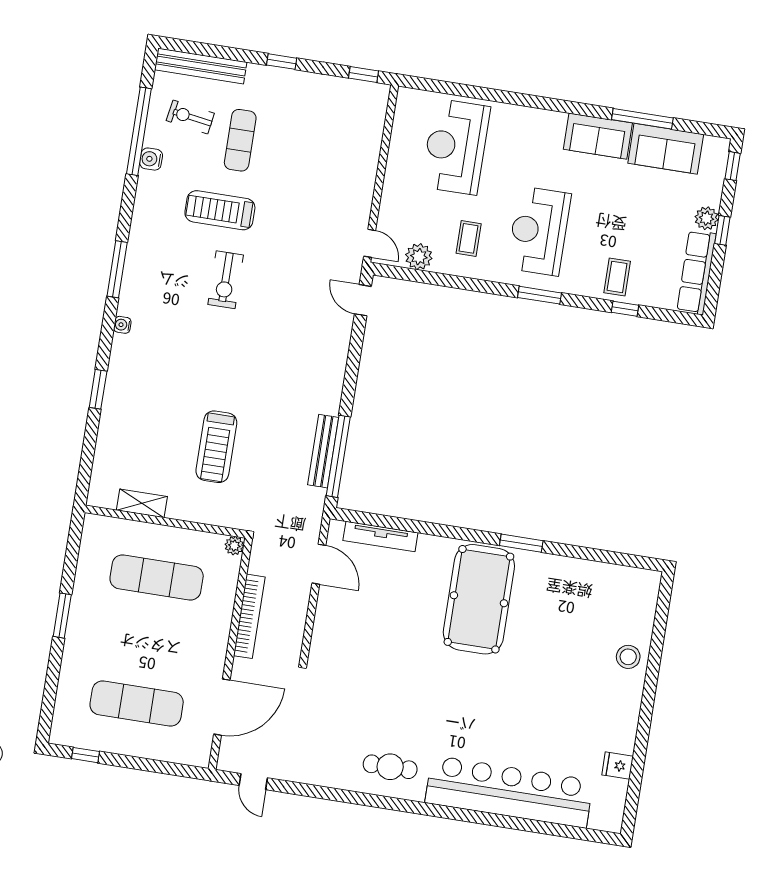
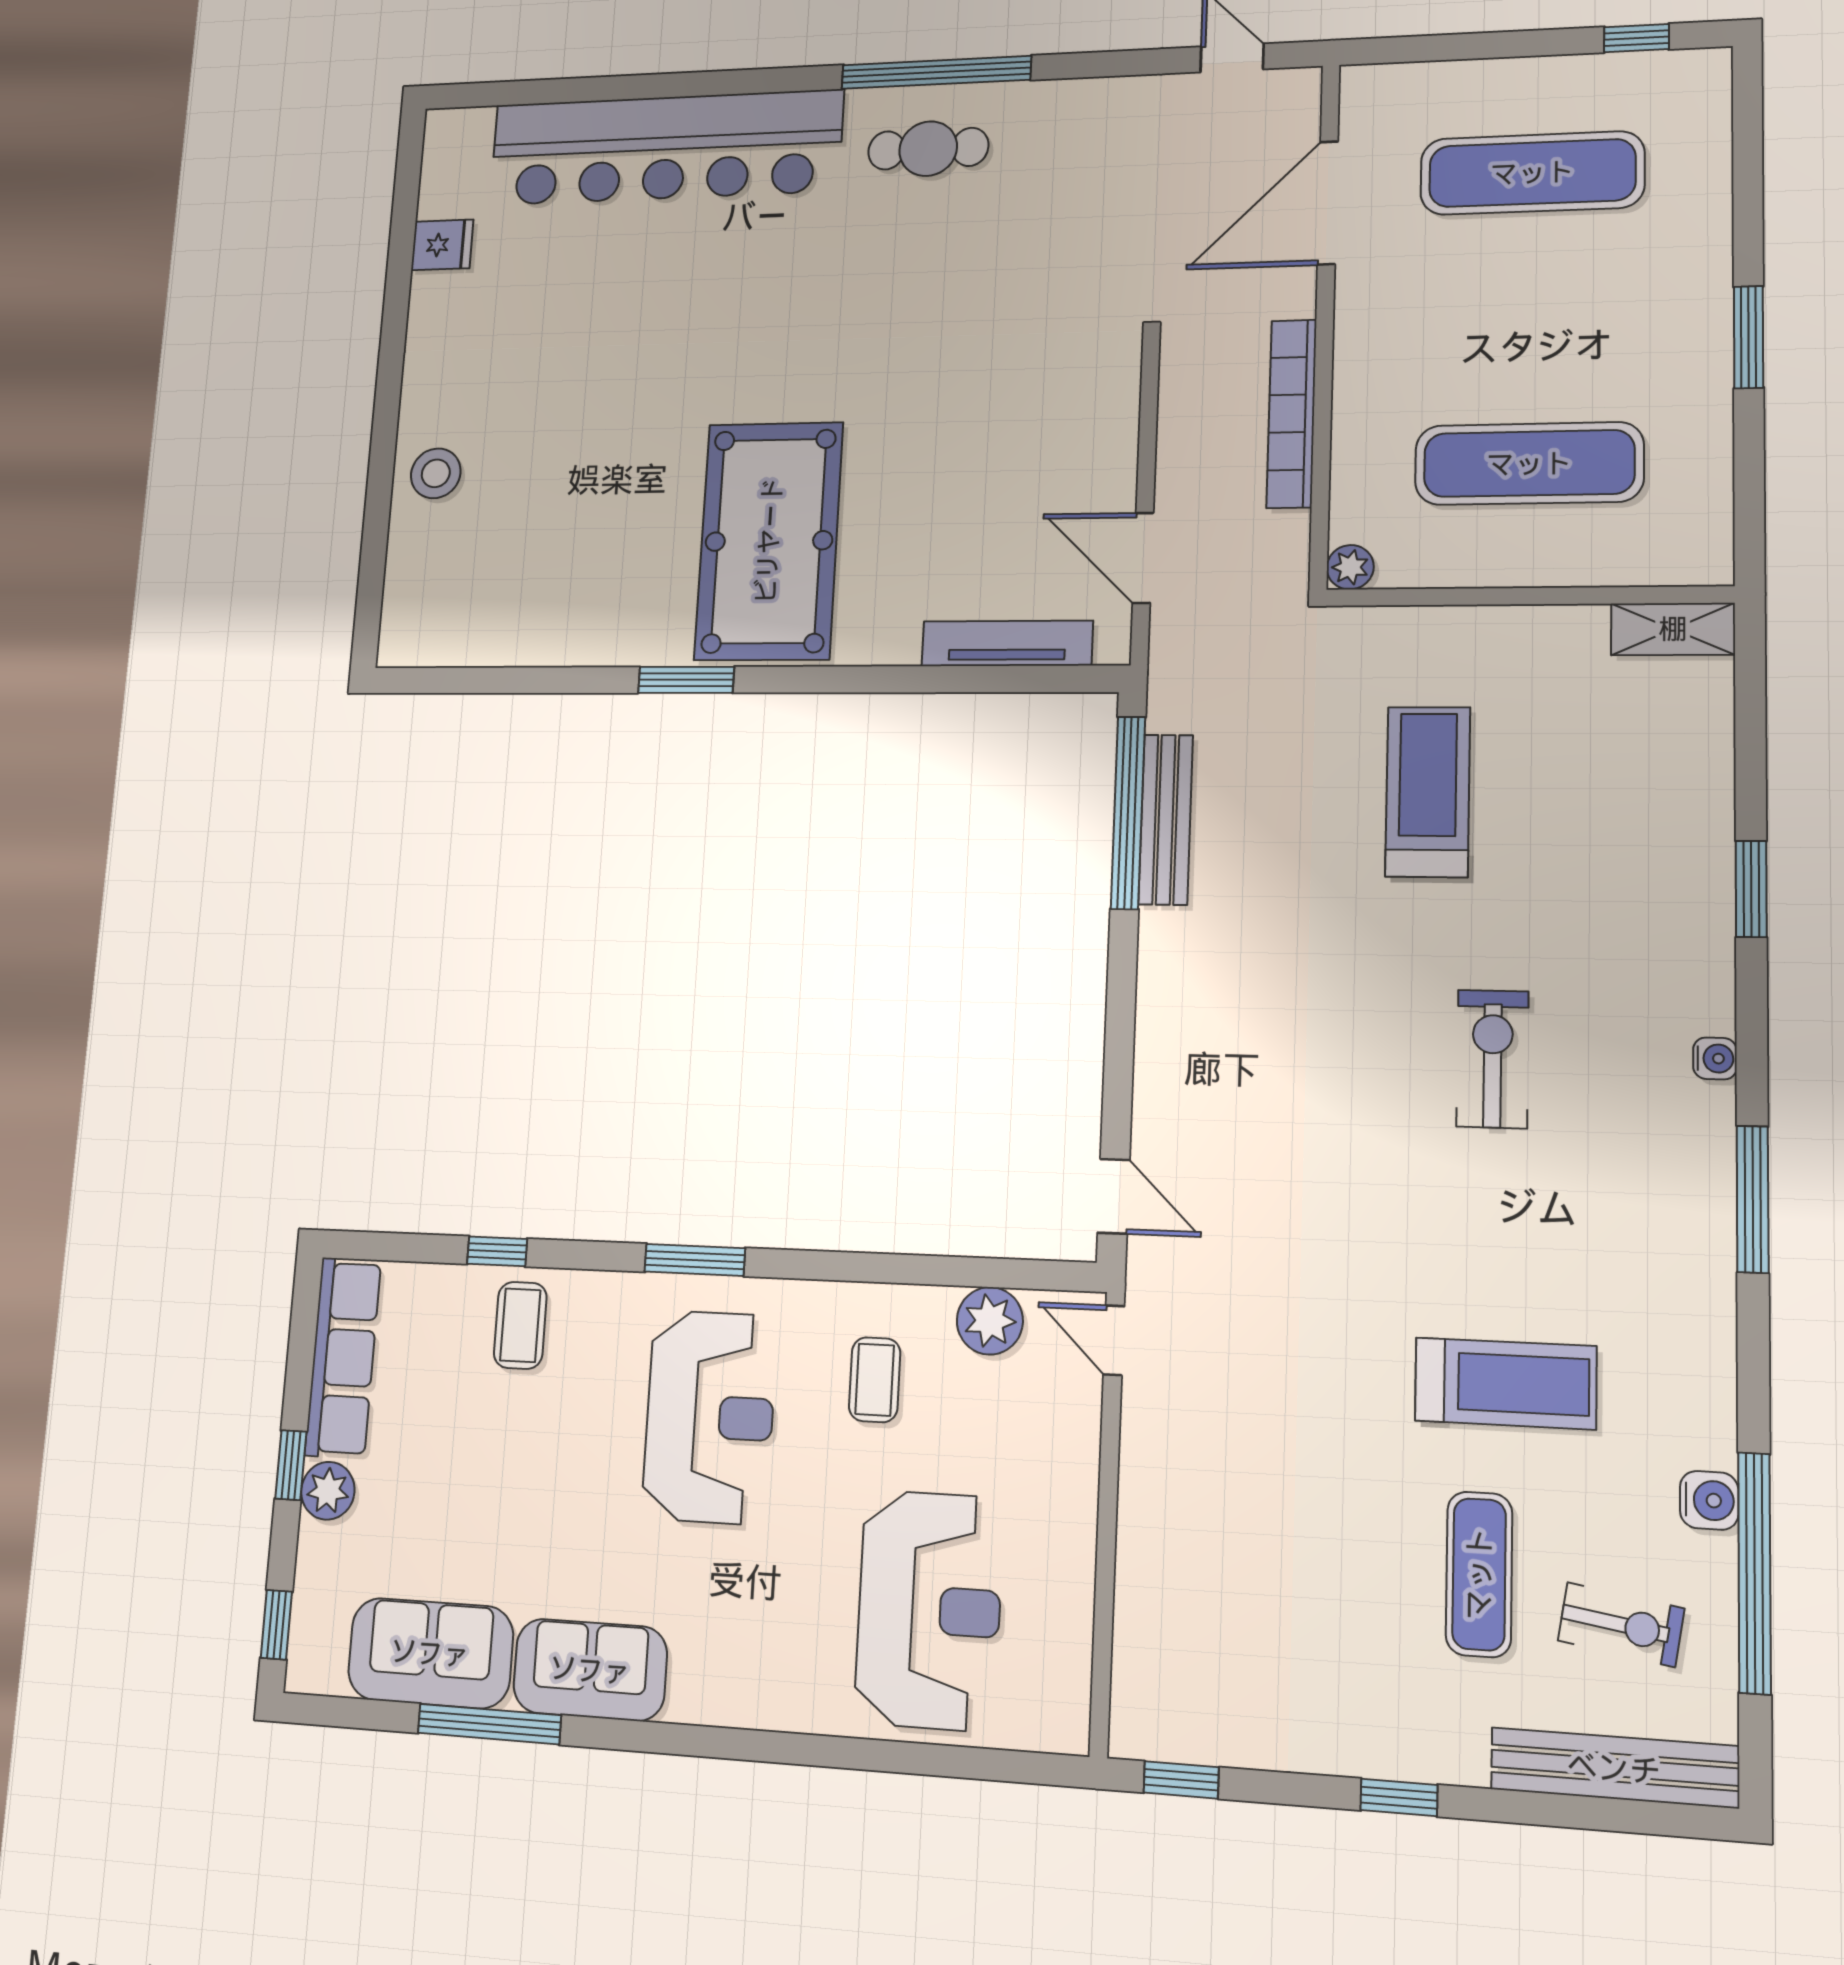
exercise bike: (226, 280) -> (1493, 1059), moved
shelving: (142, 503) -> (1673, 629), moved
window: (383, 802) -> (936, 72), added

